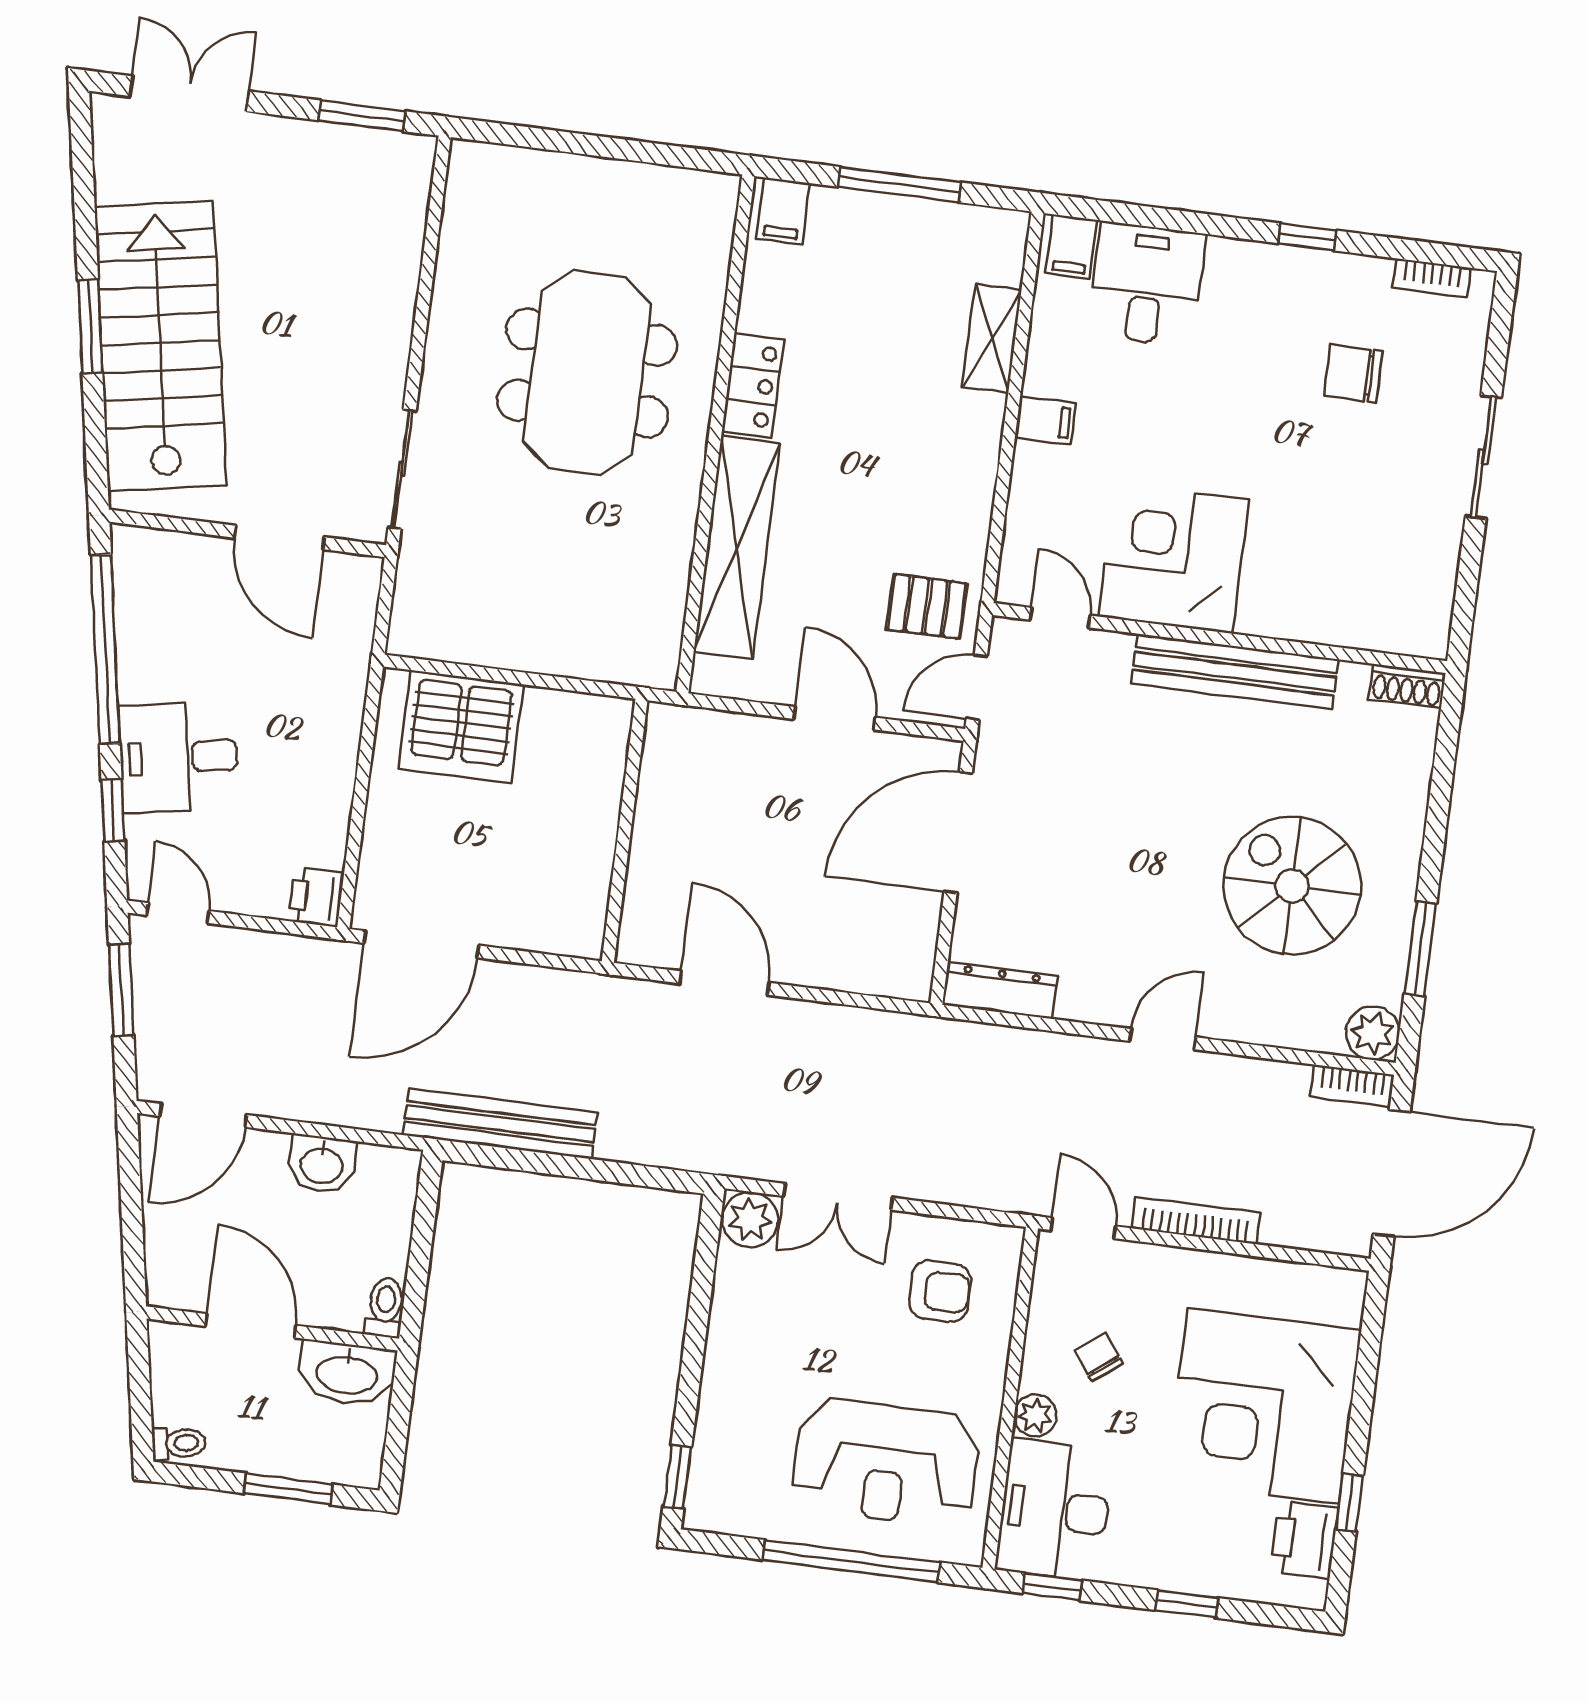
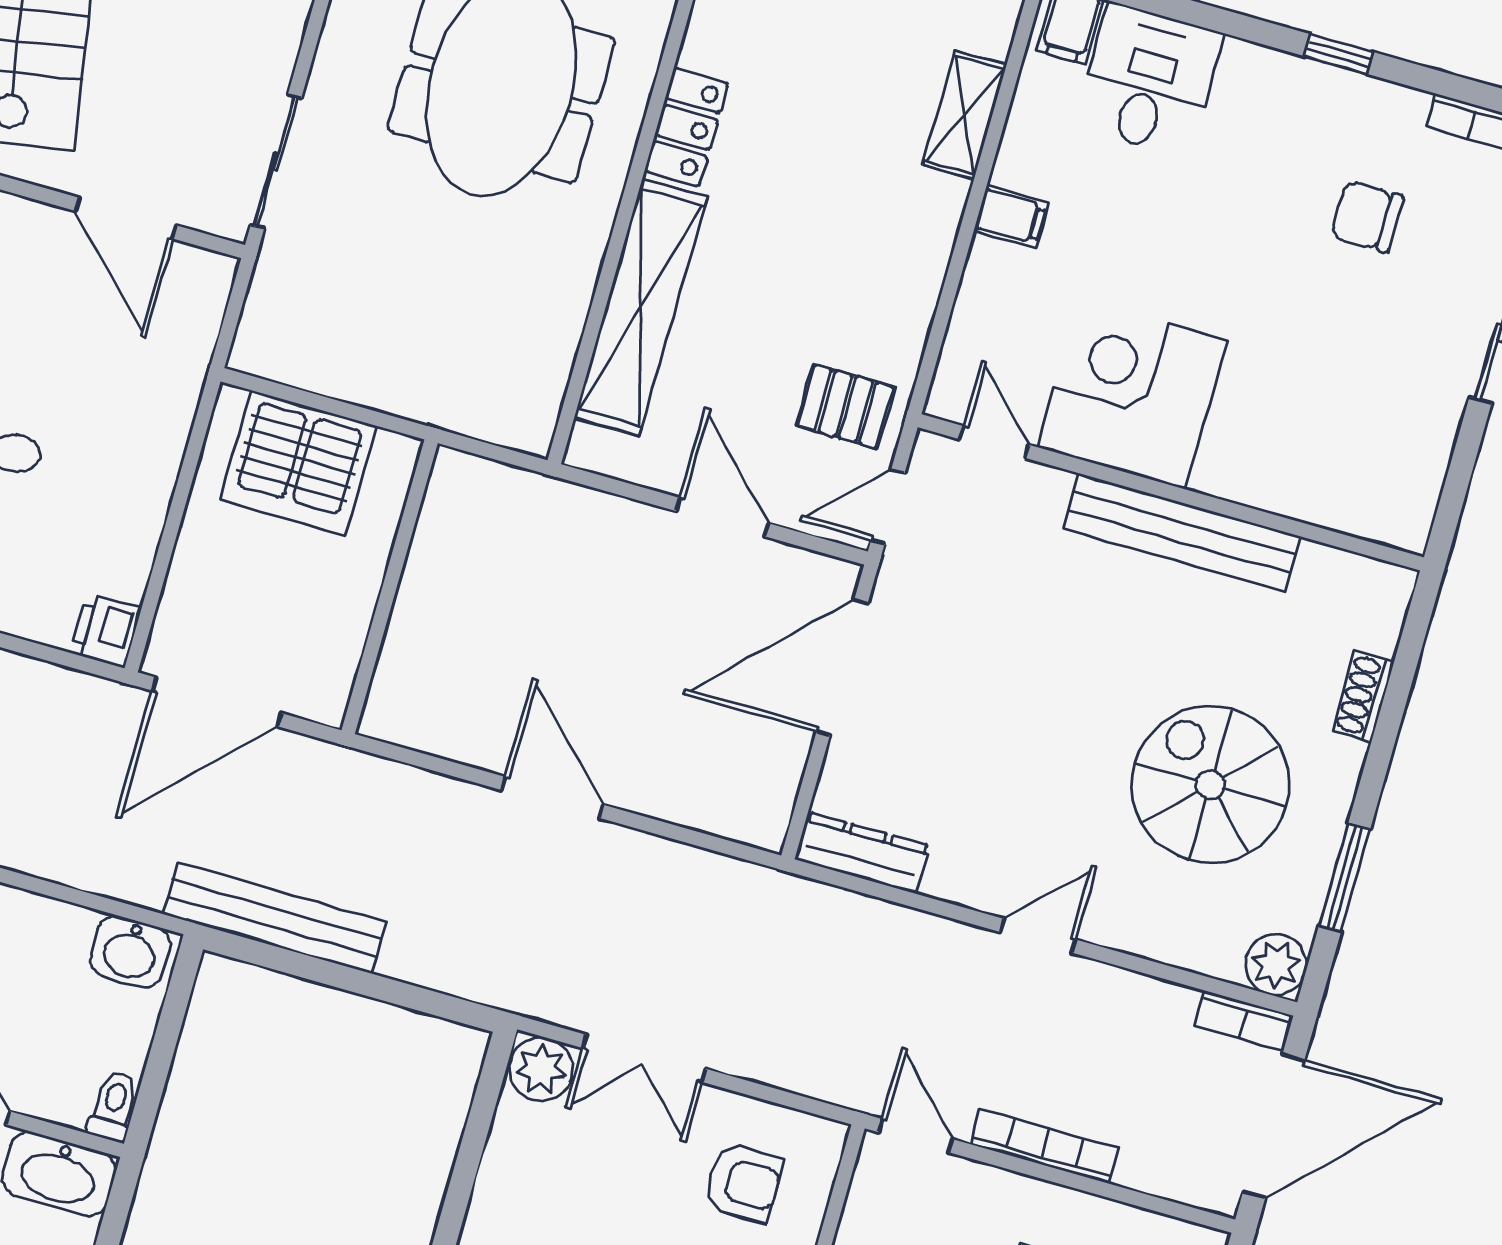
shoe rack: (1407, 686) -> (1363, 696), moved, turned 90
wall: (625, 831) -> (390, 587), moved
washbasin: (322, 1164) -> (130, 952), moved

